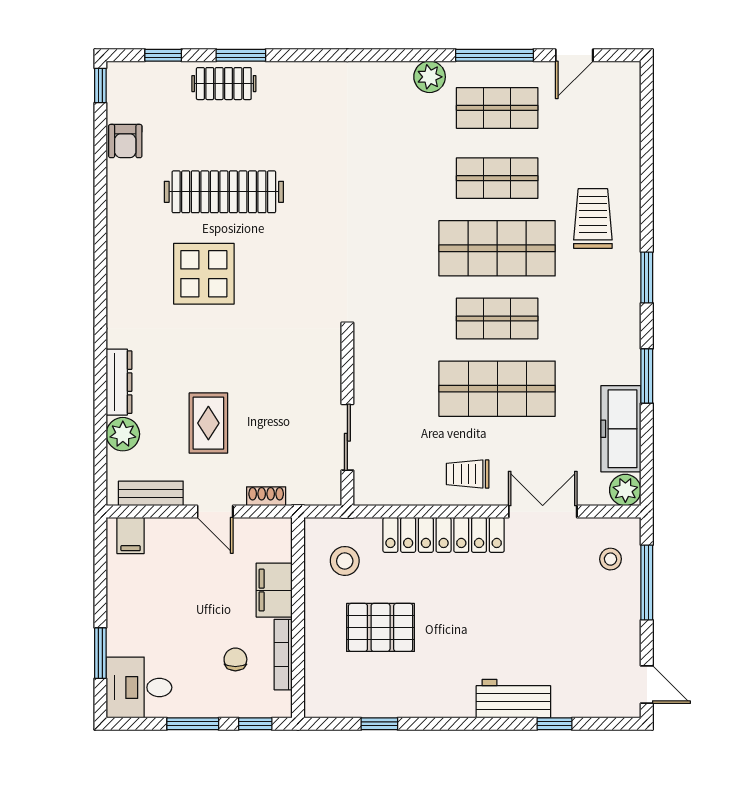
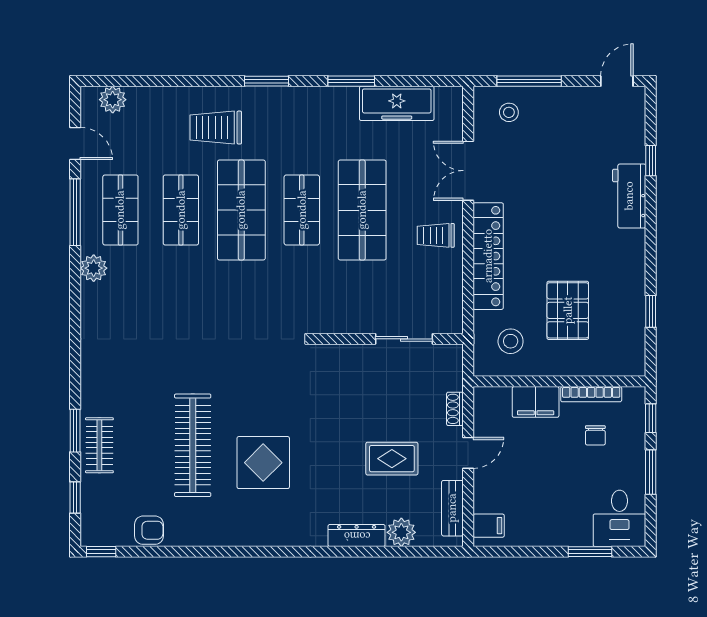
trolley: (468, 474) -> (436, 235), turned 90
plant: (625, 490) -> (113, 100), moved
chair: (235, 659) -> (595, 435), turned -90

